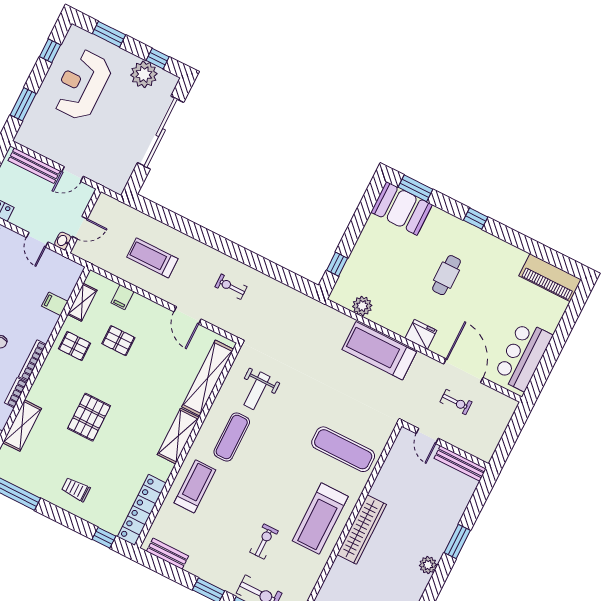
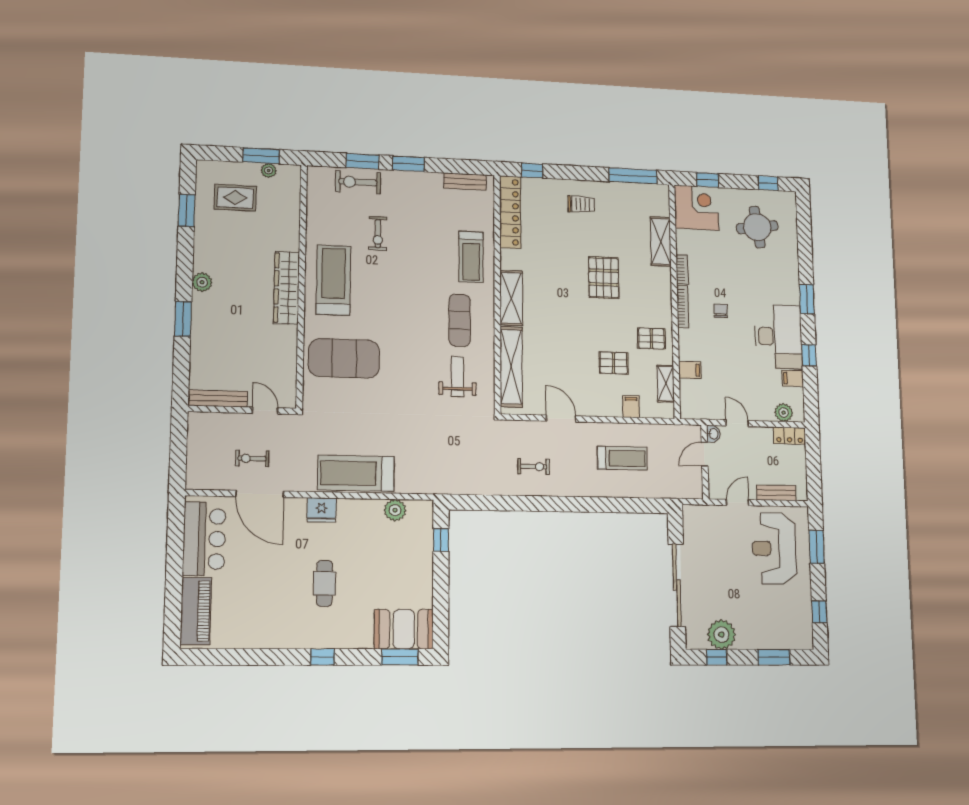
reception desk: (82, 85) -> (774, 548), moved, turned 180
bench: (34, 166) -> (776, 493), width x0.73
piano: (550, 278) -> (196, 611), moved, turned 90
treadmill: (379, 351) -> (356, 473), turned 180
exercise mat: (343, 449) -> (344, 358), width x1.47

